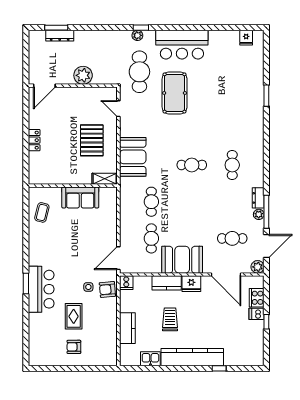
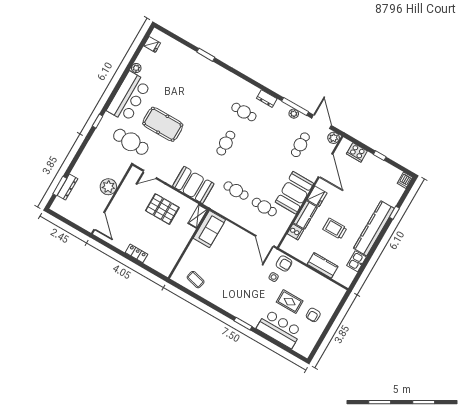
plant: (137, 35) -> (136, 68), moved
sofa: (80, 197) -> (209, 229), moved
dresser: (258, 198) -> (267, 99), moved
door: (226, 275) -> (325, 166), hinge flipped
cooker: (126, 283) -> (295, 232), moved
bar counter: (41, 289) -> (279, 329), moved
armchair: (107, 289) -> (284, 264), turned -85
dishwasher: (257, 314) -> (405, 180), moved

